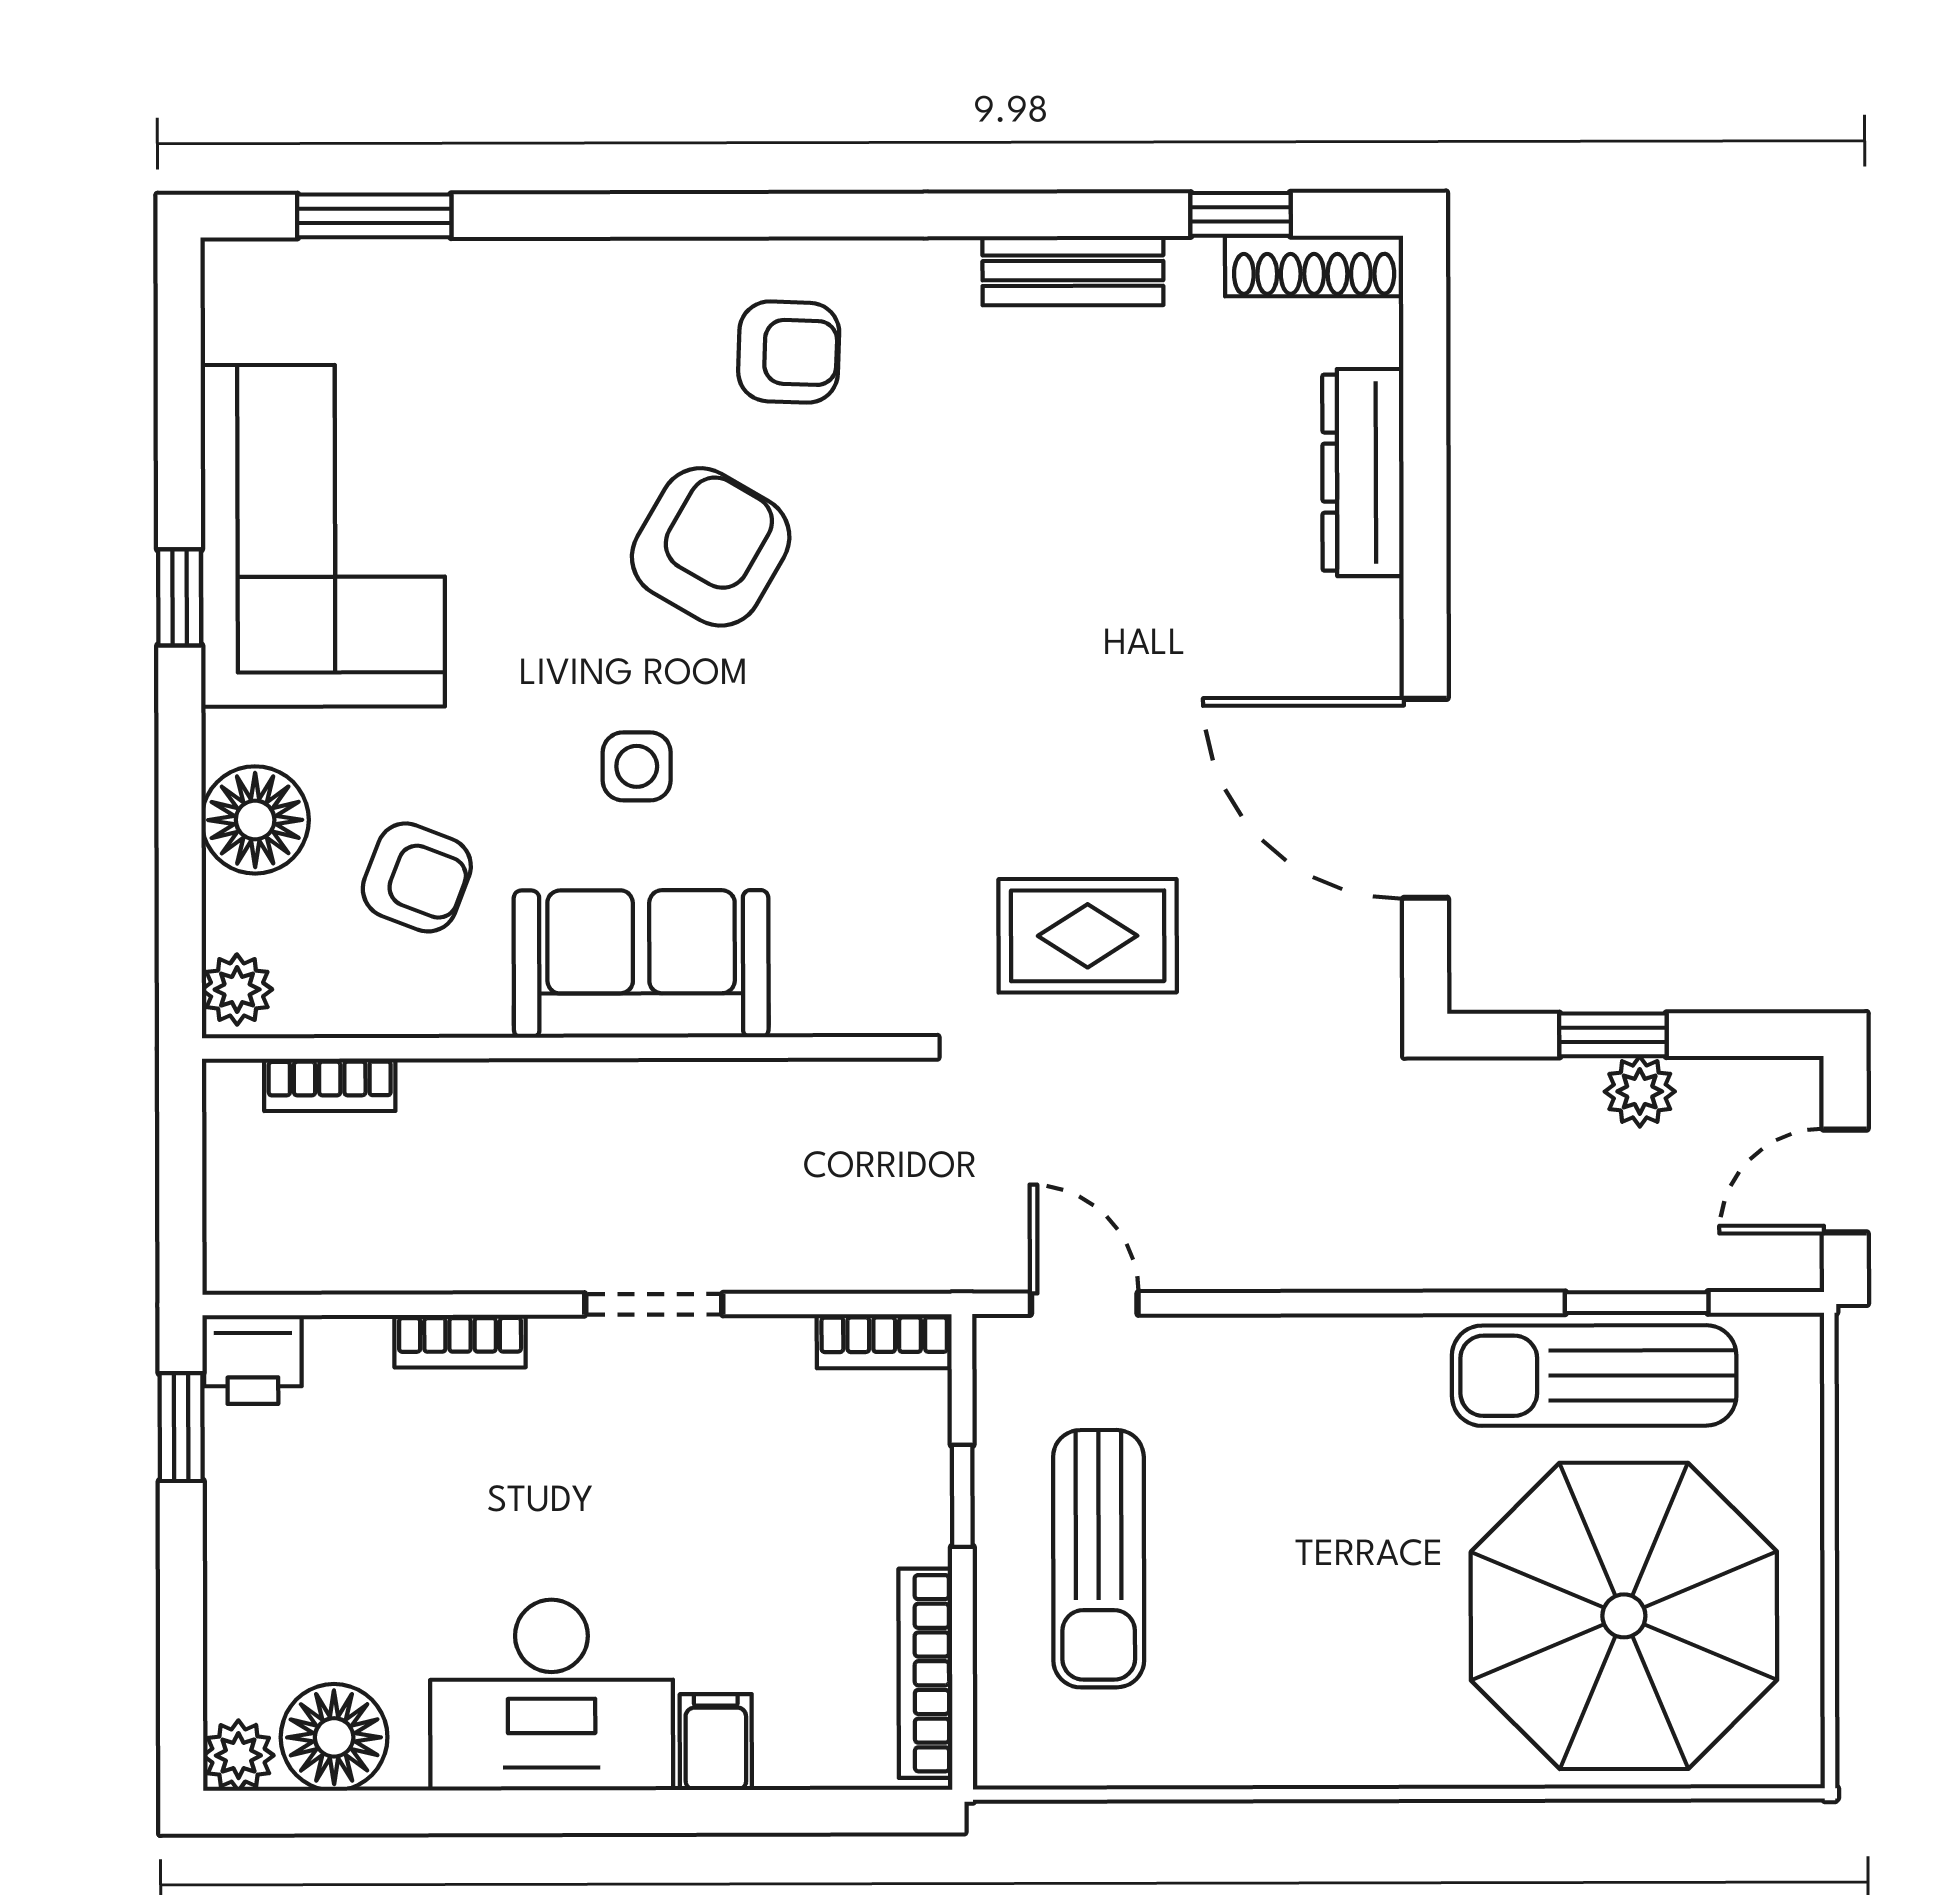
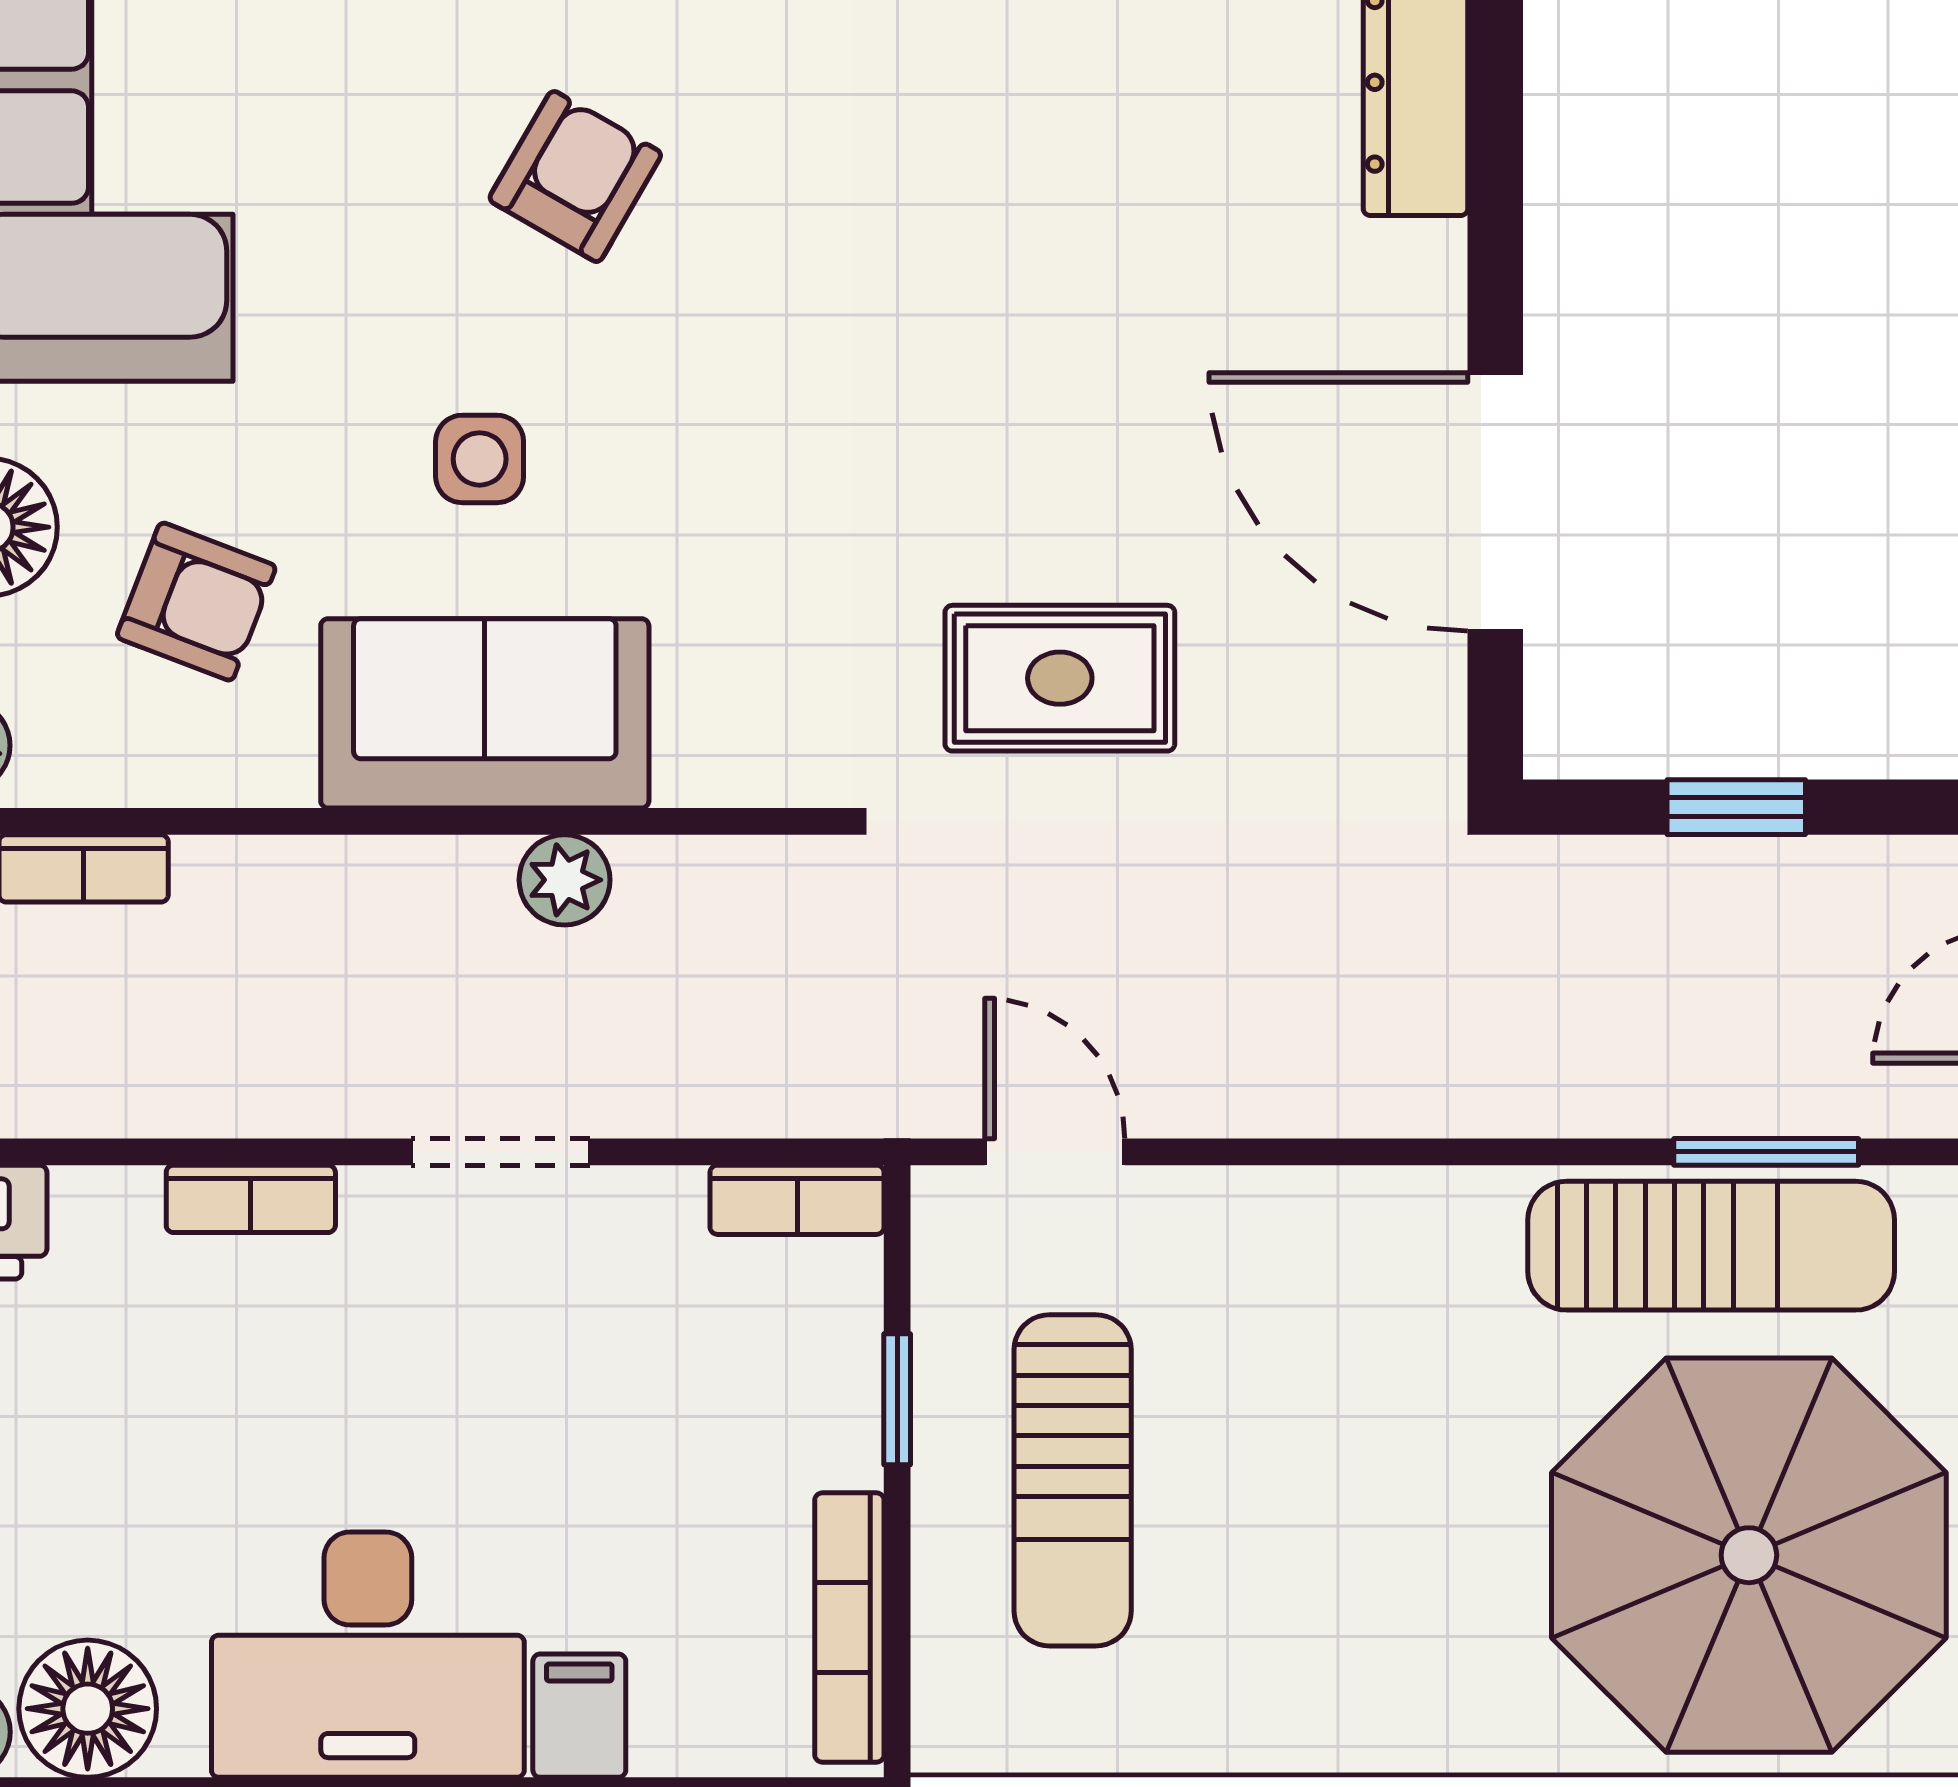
armchair: (711, 547) -> (575, 177), width x0.72, depth x0.72
plant: (1640, 1091) -> (565, 880), moved
sun lounger: (1594, 1376) -> (1711, 1246), turned 180

